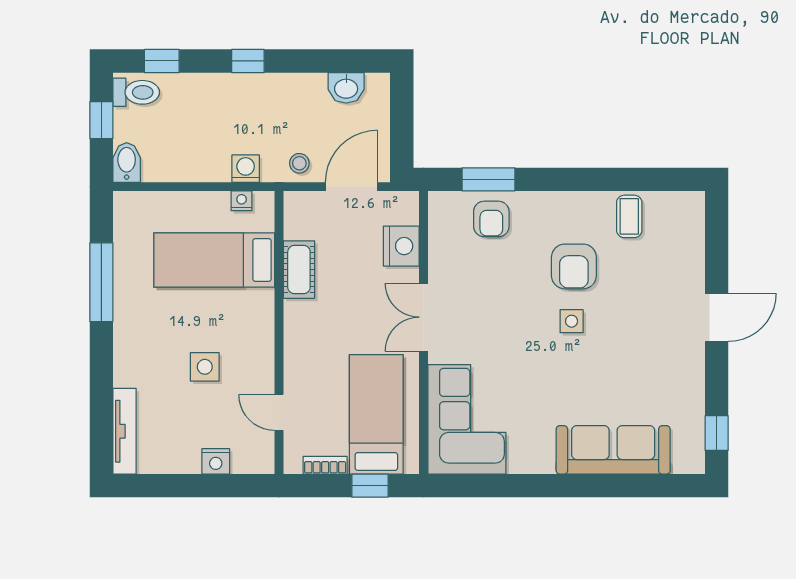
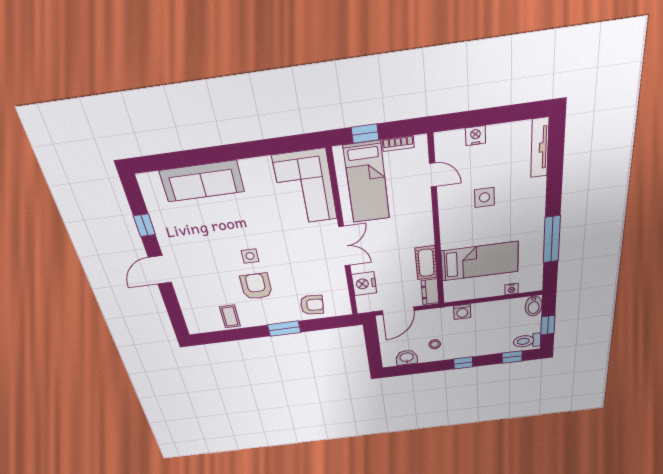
stool: (299, 163) -> (435, 344), moved
window: (488, 179) -> (284, 329), moved
nightstand: (242, 201) -> (512, 289), moved
dresser: (296, 215) -> (430, 292), added
armchair: (491, 219) -> (312, 305), turned 95
window: (717, 433) -> (144, 225), moved

